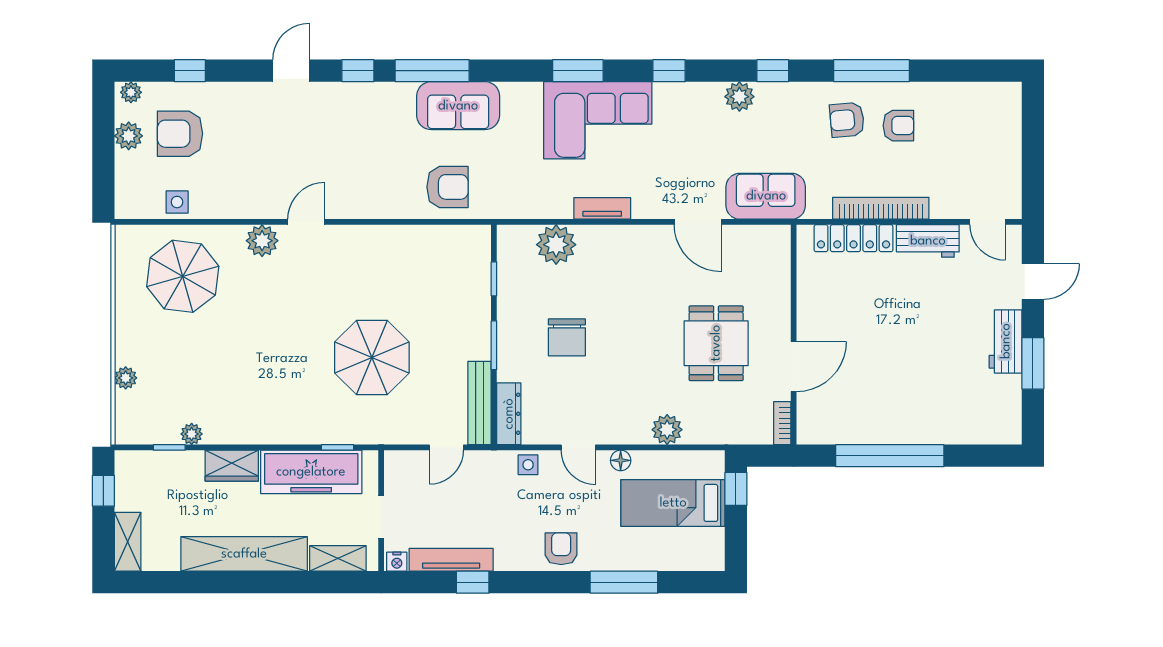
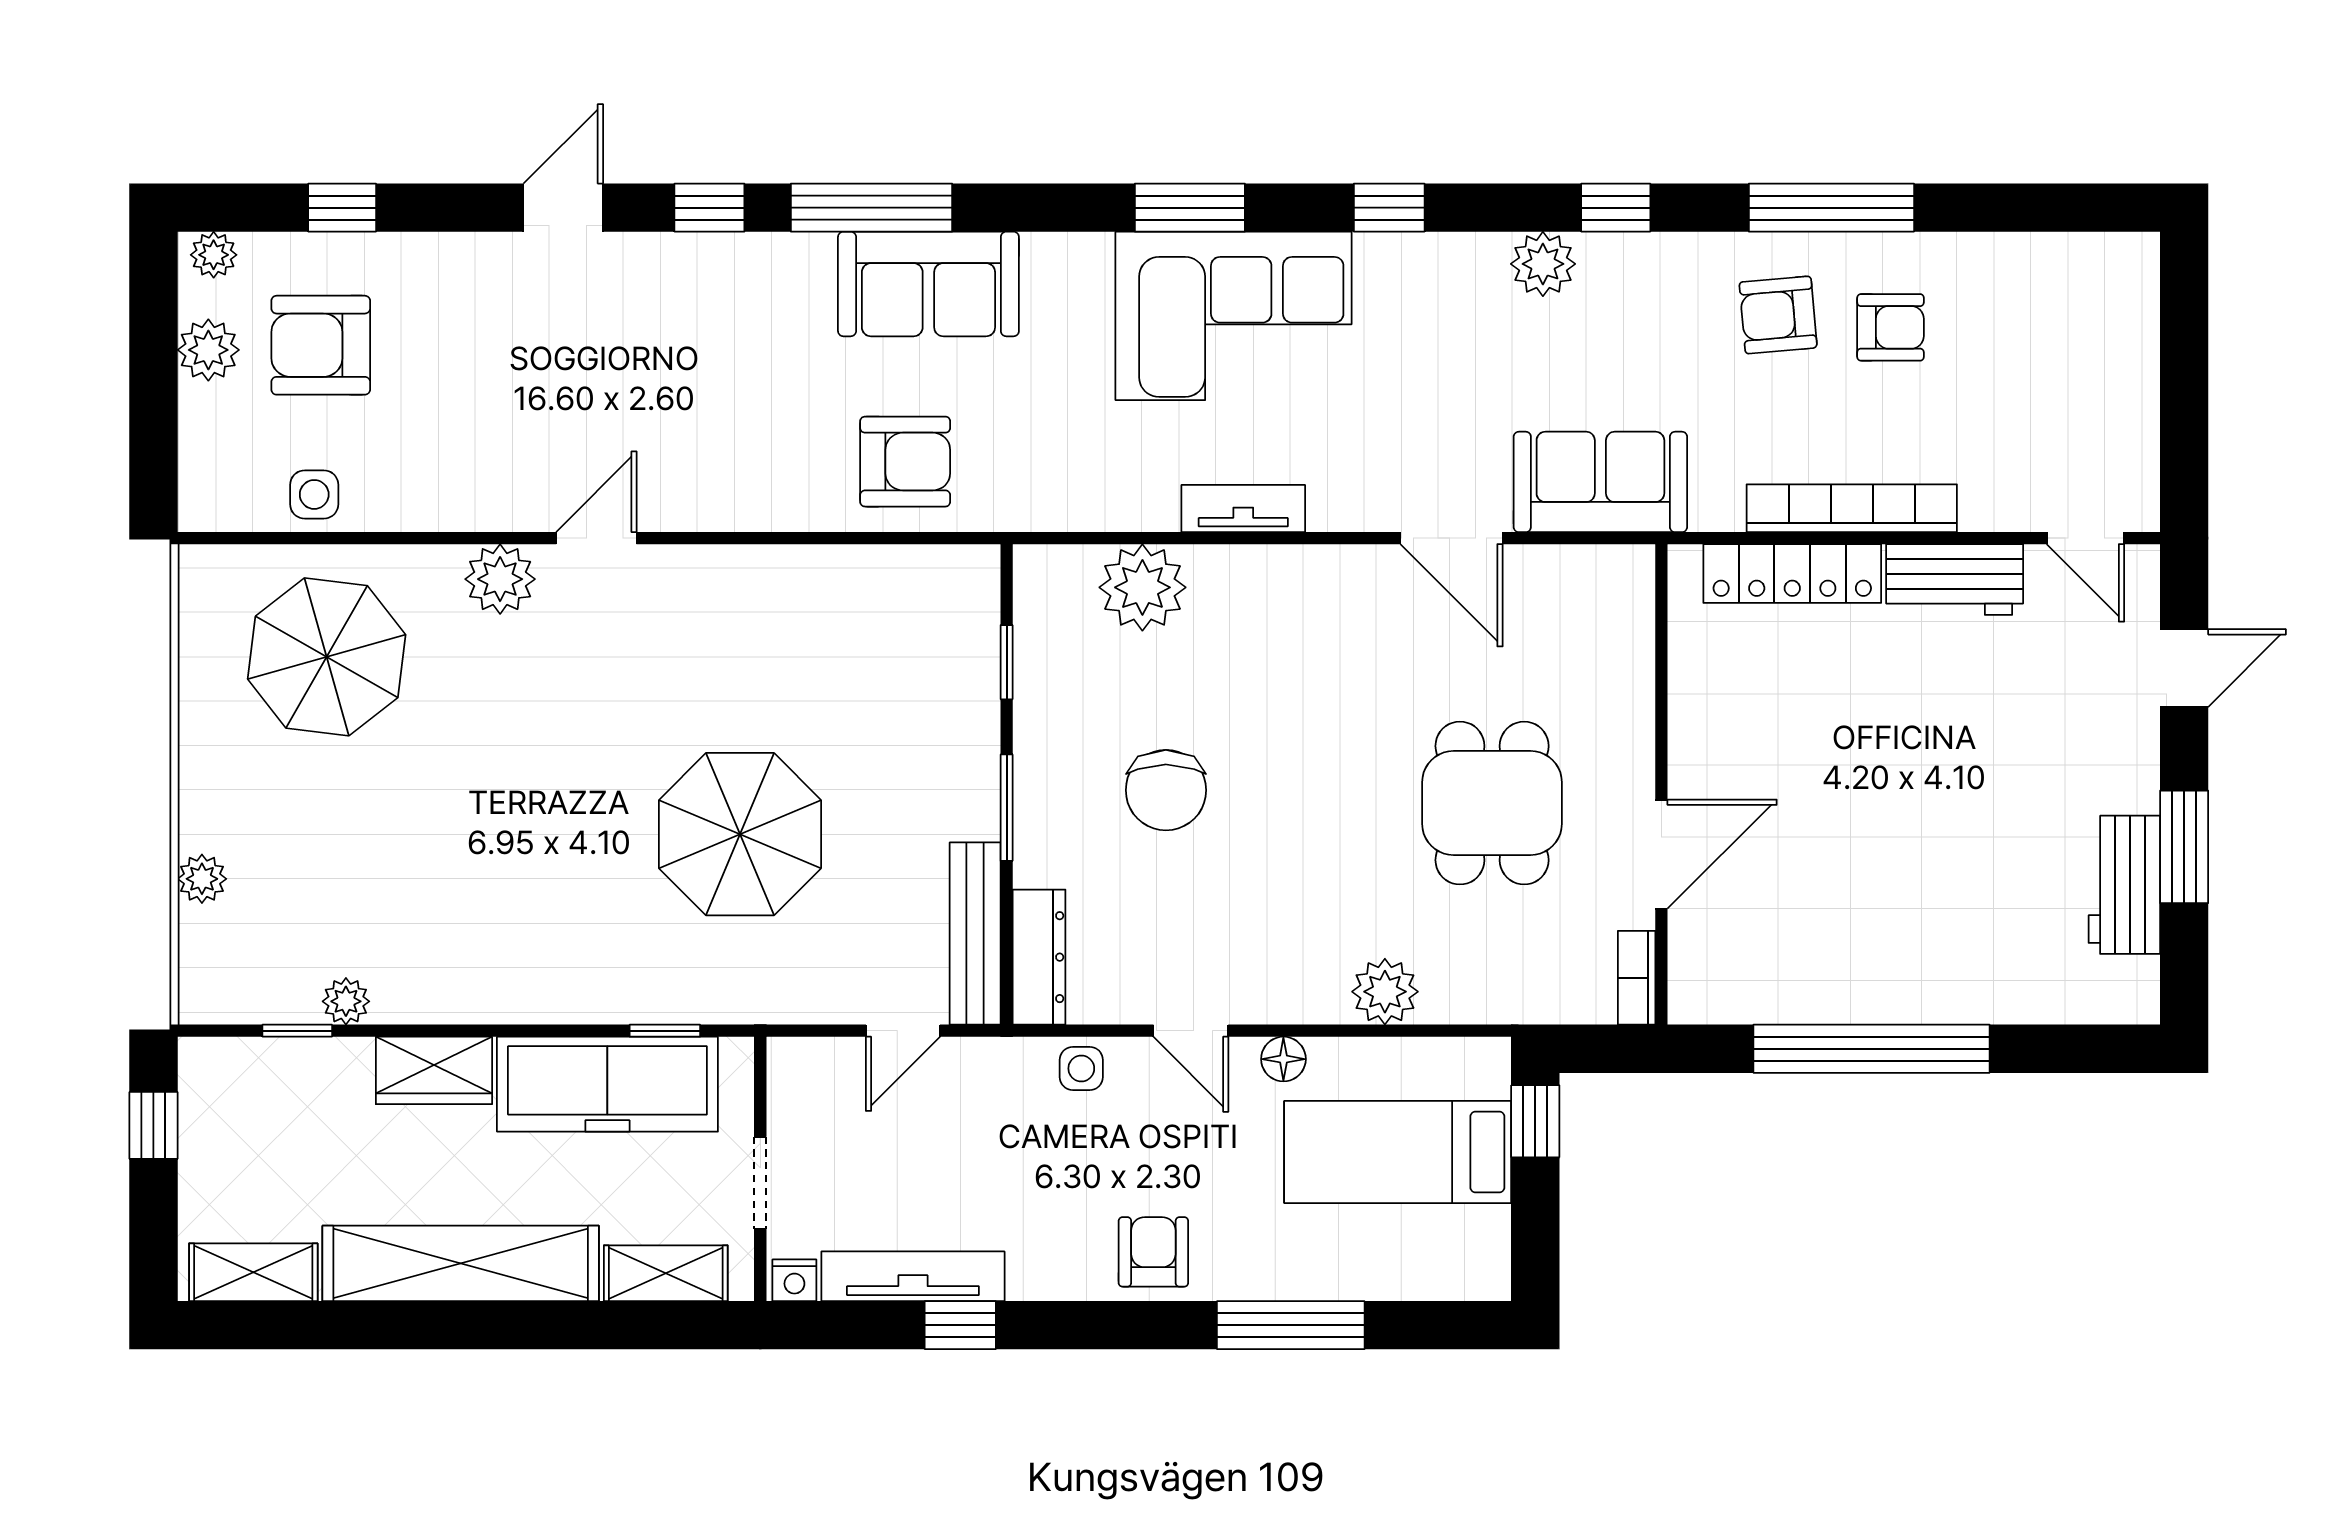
workbench: (1006, 341) -> (2124, 885), moved
shelving: (128, 542) -> (253, 1272), moved, turned 90

